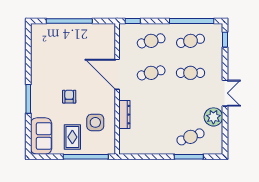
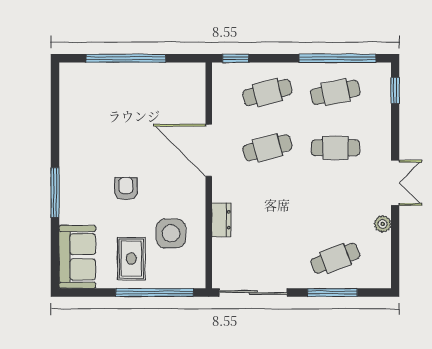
dresser: (124, 115) -> (221, 220), width x0.70
plant: (213, 117) -> (383, 224), width x0.53, depth x0.53
sliding door: (143, 157) -> (253, 293), added

